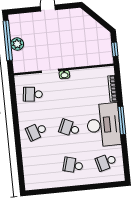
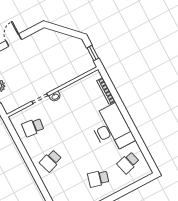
window: (122, 120) -> (127, 118), removed
school desk: (69, 128) -> (81, 145), removed

